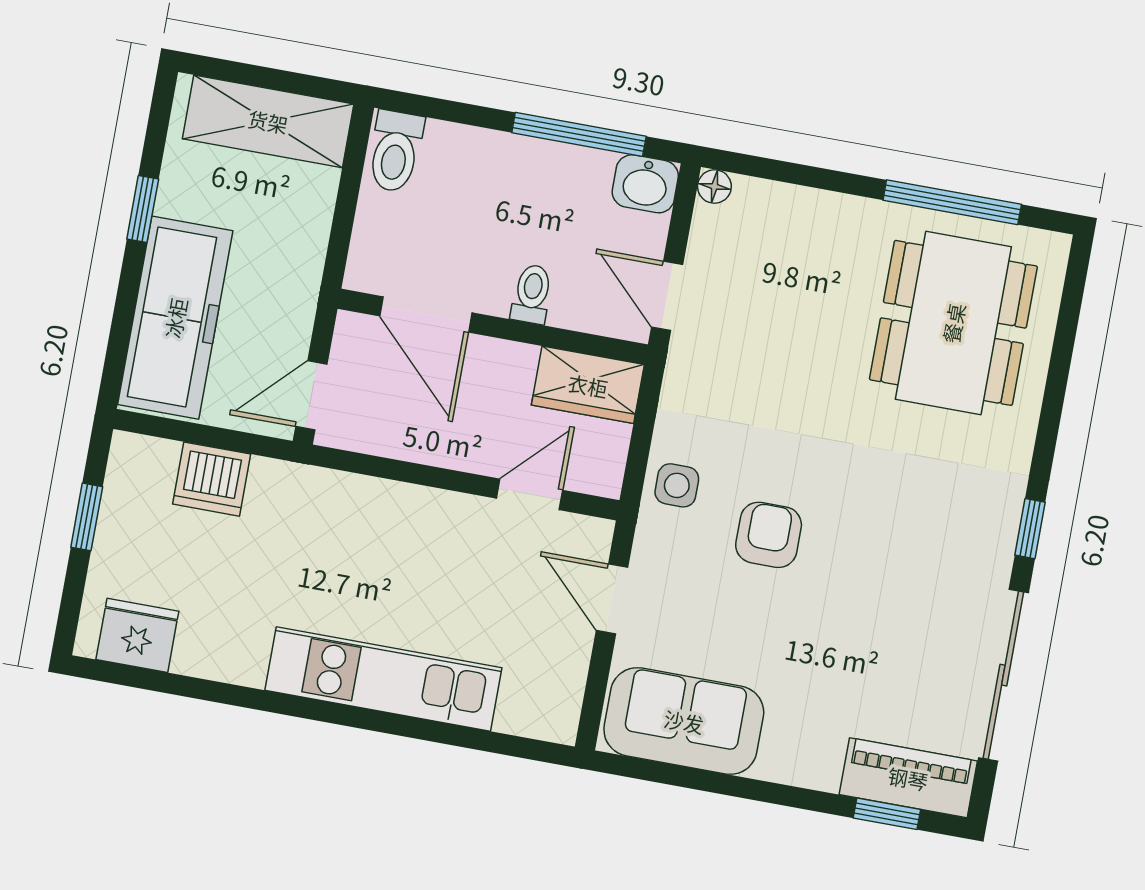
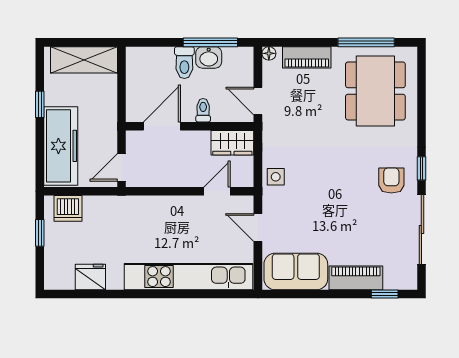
toilet: (395, 151) -> (184, 63), moved
washbasin: (645, 184) -> (209, 57), moved
piano: (803, 212) -> (307, 57), added
door: (426, 314) -> (162, 126), swing flipped
dishwasher: (212, 479) -> (68, 208), moved
armchair: (769, 535) -> (391, 180), moved
fridge: (137, 635) -> (90, 277), moved
kitchen unit: (383, 679) -> (189, 277), width x1.36
piano: (908, 778) -> (356, 278), moved

